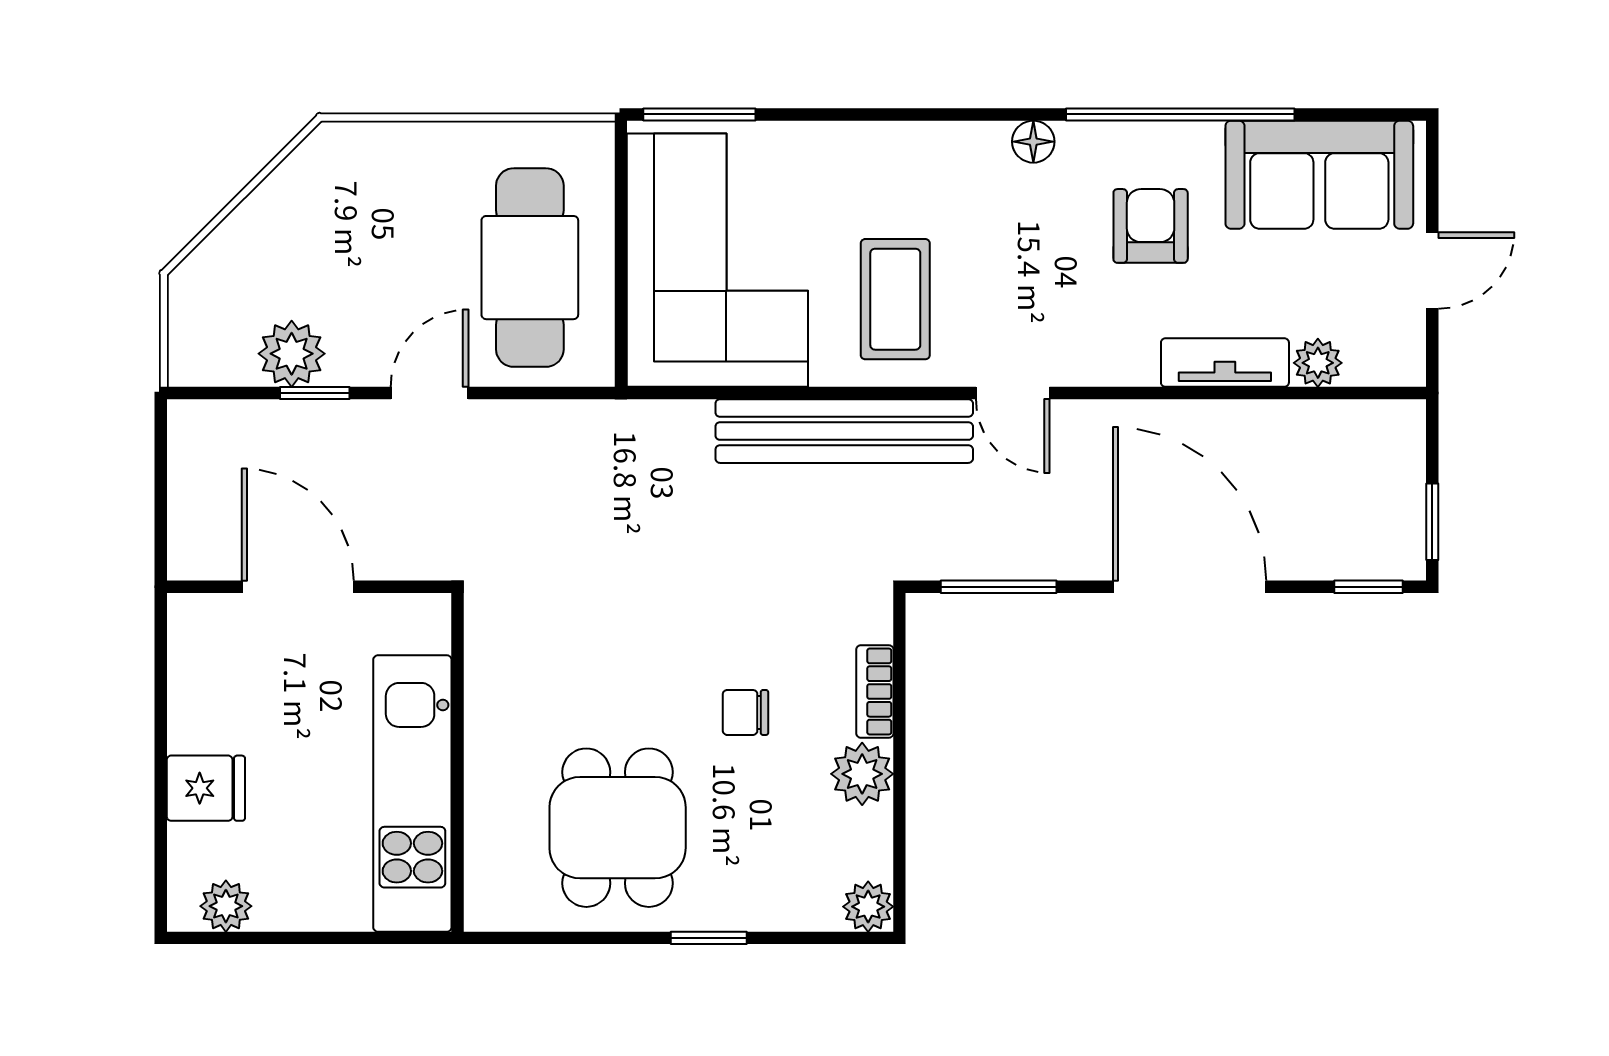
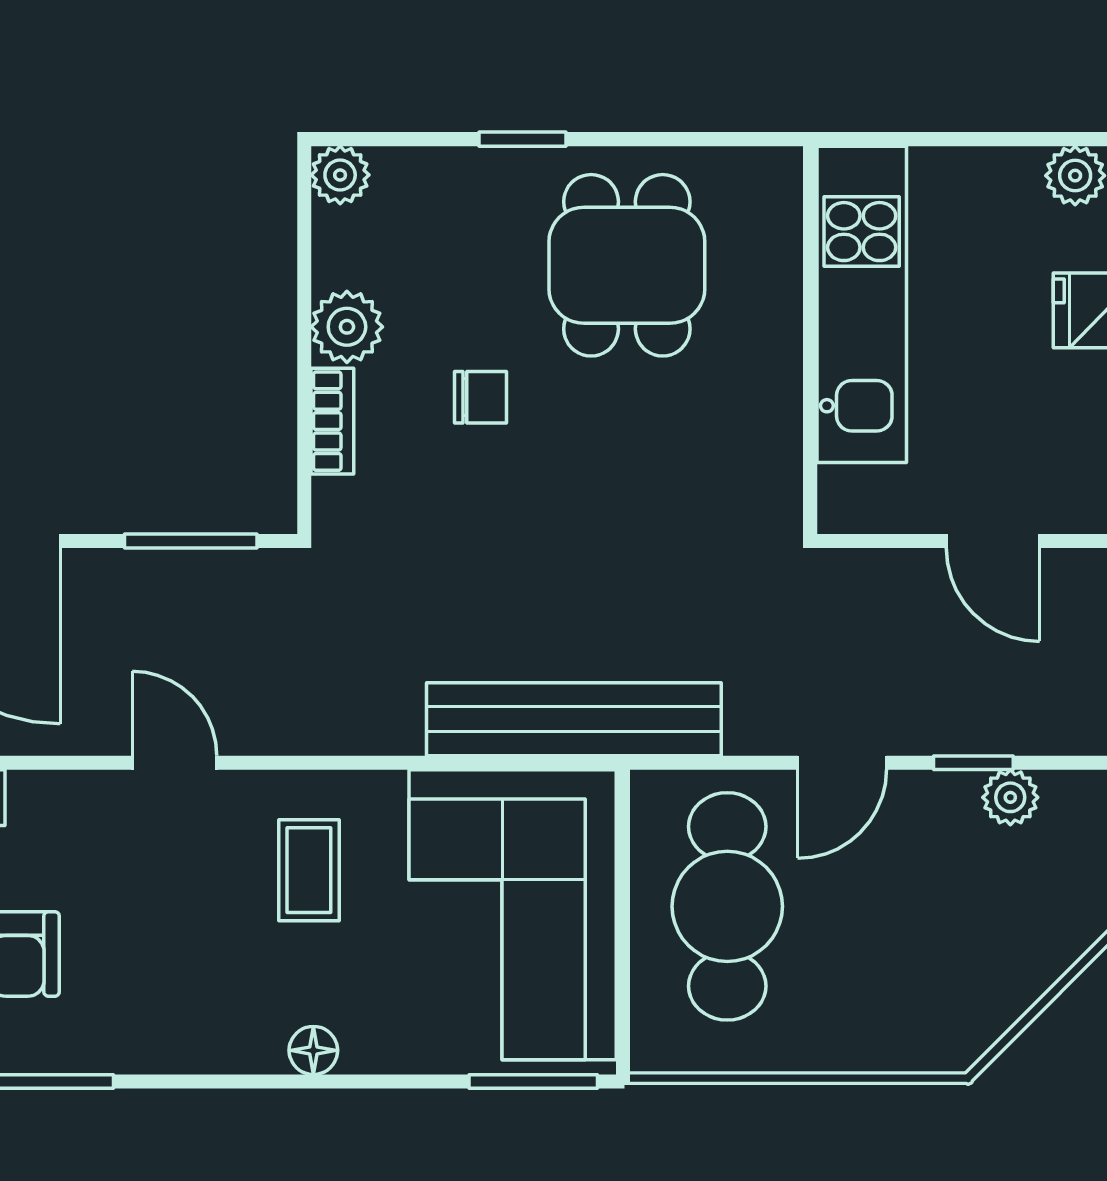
floor lamp: (1033, 142) -> (313, 1050), moved
coffee table: (895, 299) -> (309, 870), width x0.73, depth x0.77
plant: (292, 354) -> (1010, 797), width x0.73, depth x0.73
bench: (844, 431) -> (574, 719), moved
door: (298, 587) -> (993, 541), width x0.73

